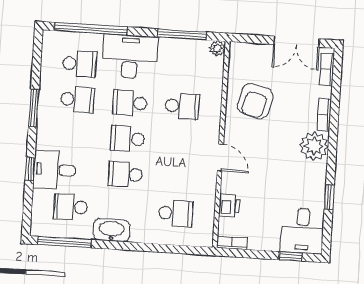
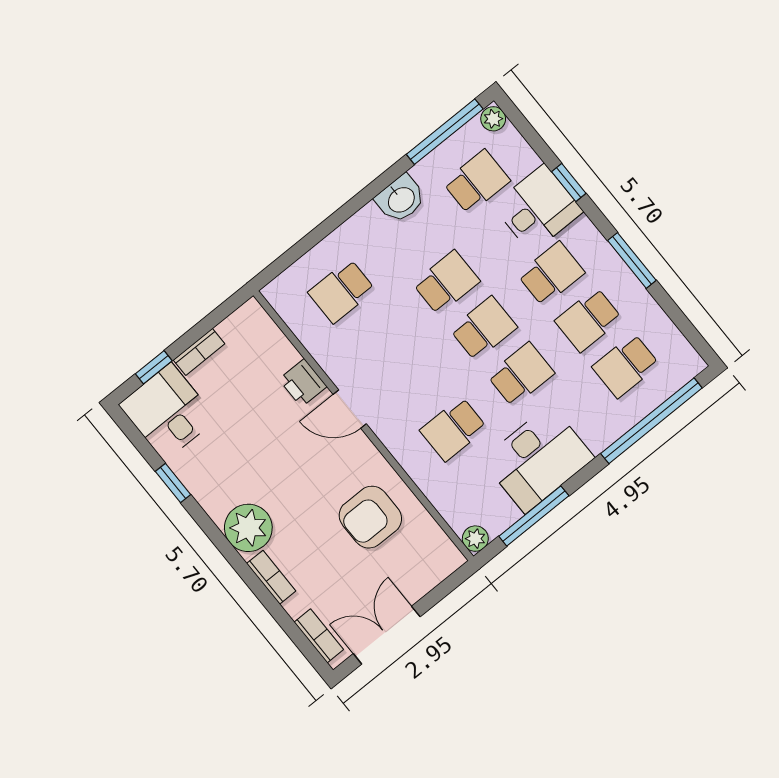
desk: (130, 57) -> (538, 459), moved
armchair: (255, 101) -> (370, 517), turned -104
school desk: (75, 135) -> (551, 274), added
printer: (229, 205) -> (303, 383), moved
plant: (38, 228) -> (493, 119), added
washbasin: (112, 230) -> (401, 199), width x0.72
bookcase: (232, 243) -> (199, 352), moved

